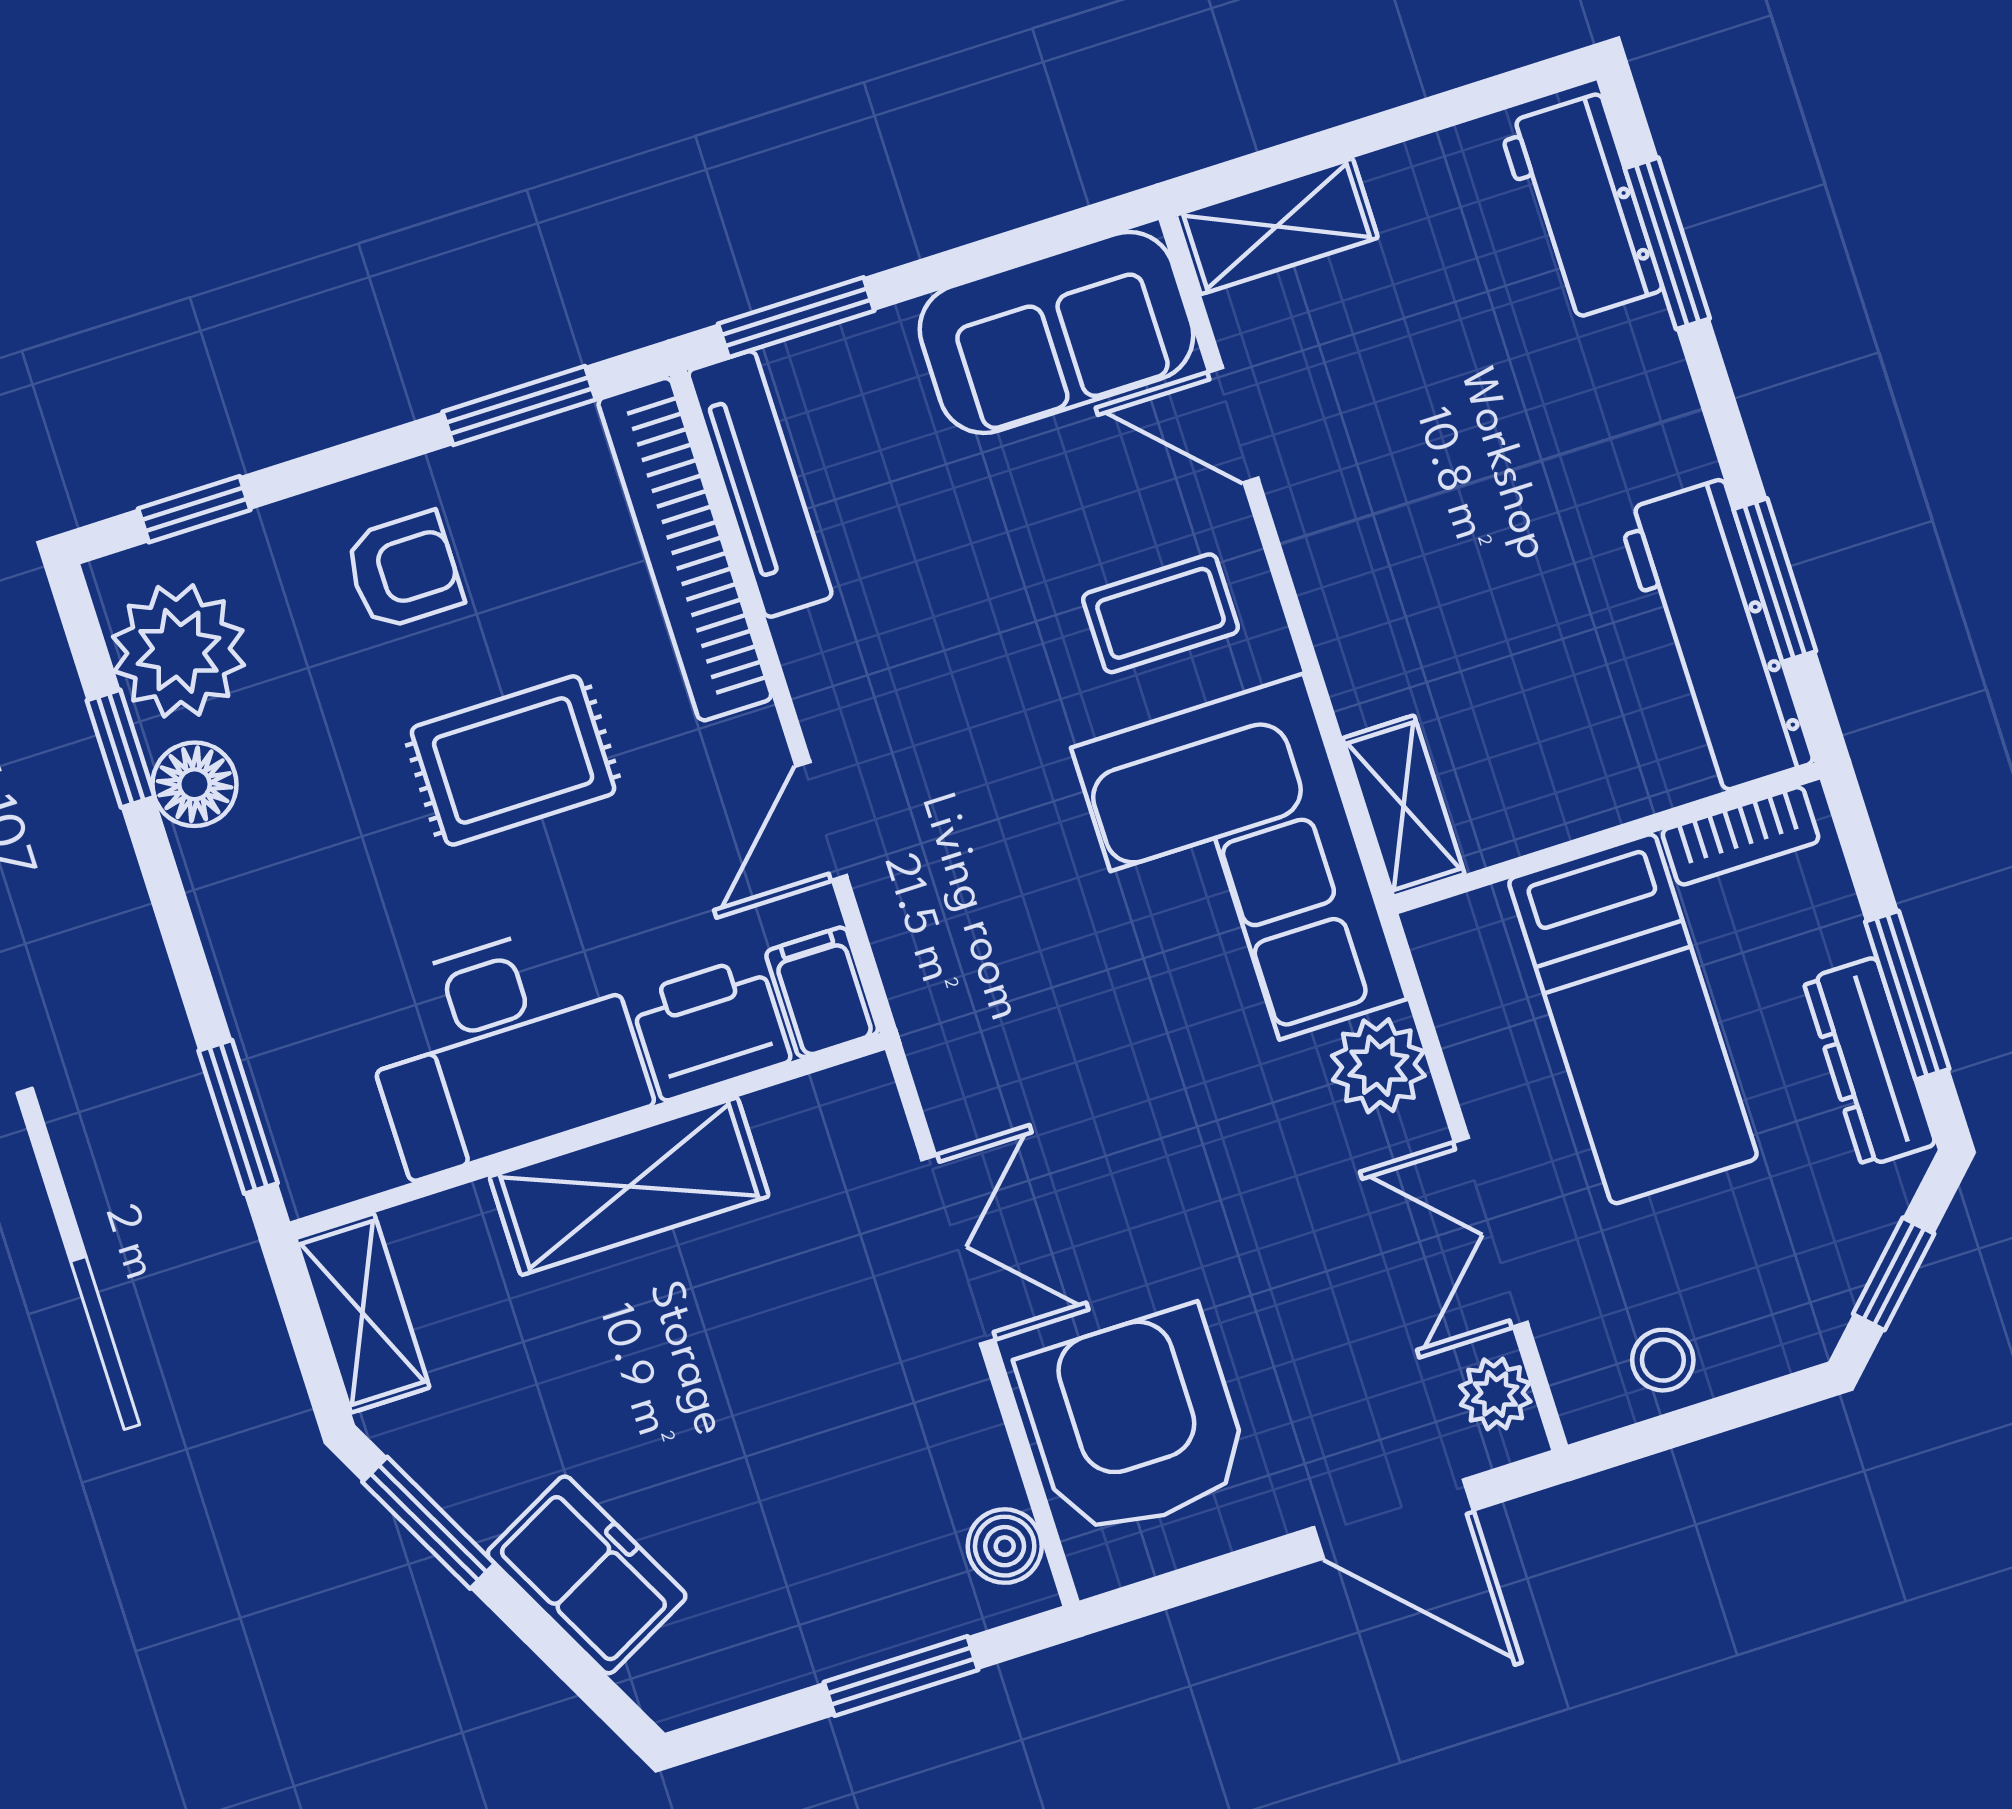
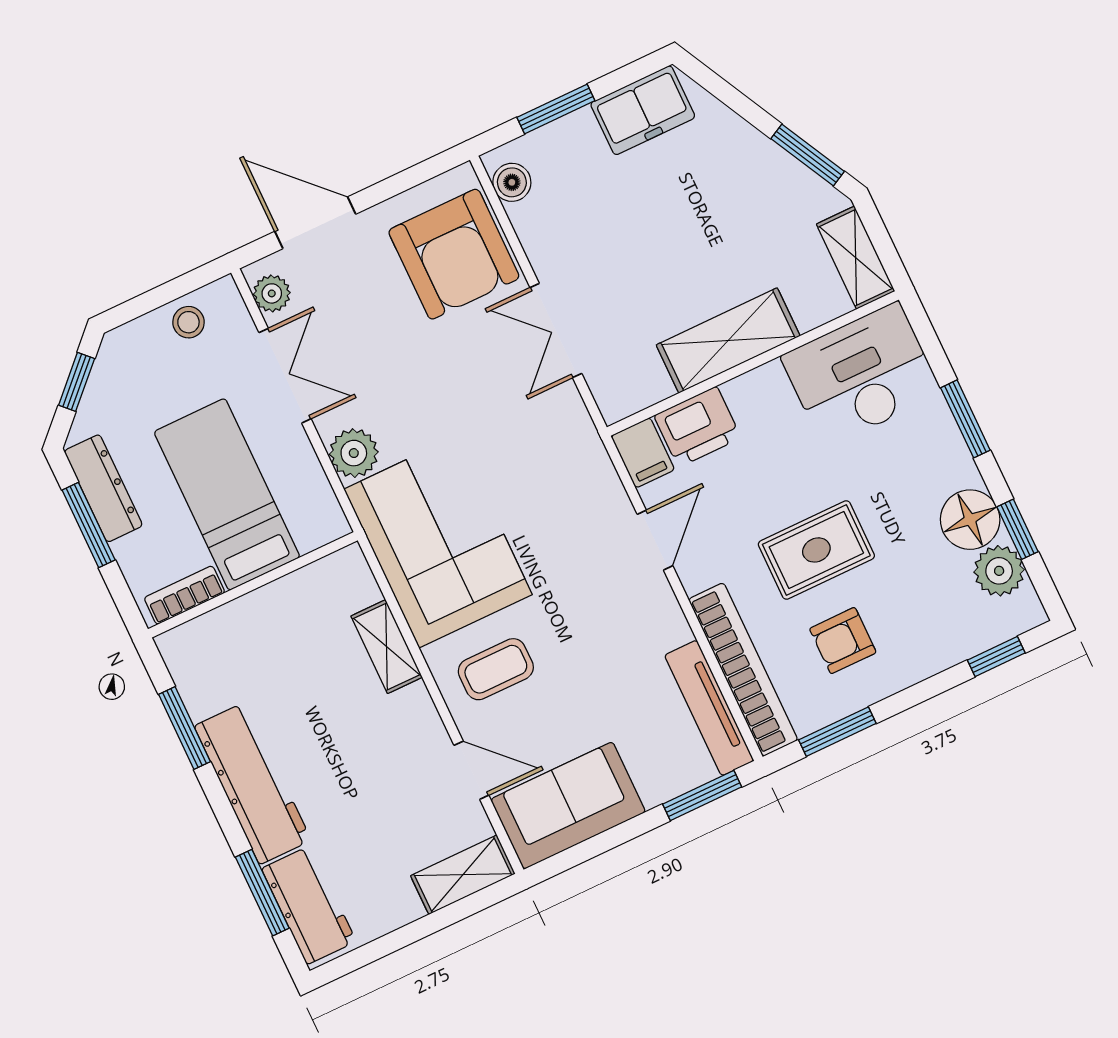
armchair: (404, 571) -> (843, 641), moved
workbench: (1715, 637) -> (253, 783), moved
plant: (178, 651) -> (999, 571), width x0.73, depth x0.73
floor lamp: (195, 784) -> (970, 520), width x1.38, depth x1.38
shelving: (1404, 806) -> (387, 647), moved
desk: (502, 1047) -> (861, 375), moved
window: (238, 1117) -> (965, 419), moved
freezer: (587, 1575) -> (643, 110), moved, turned -62

